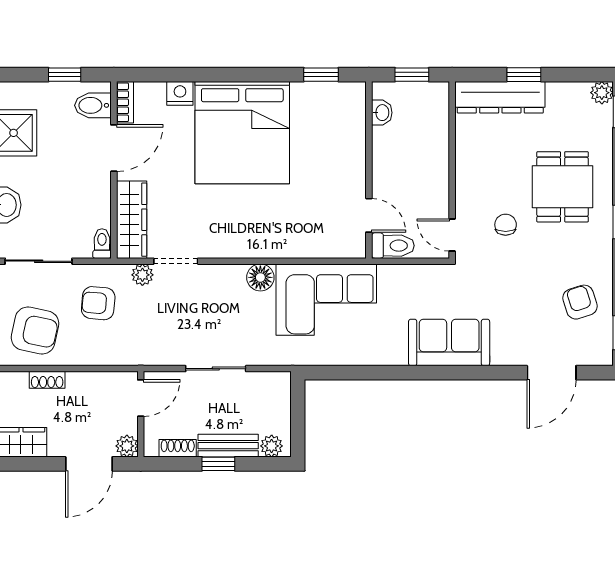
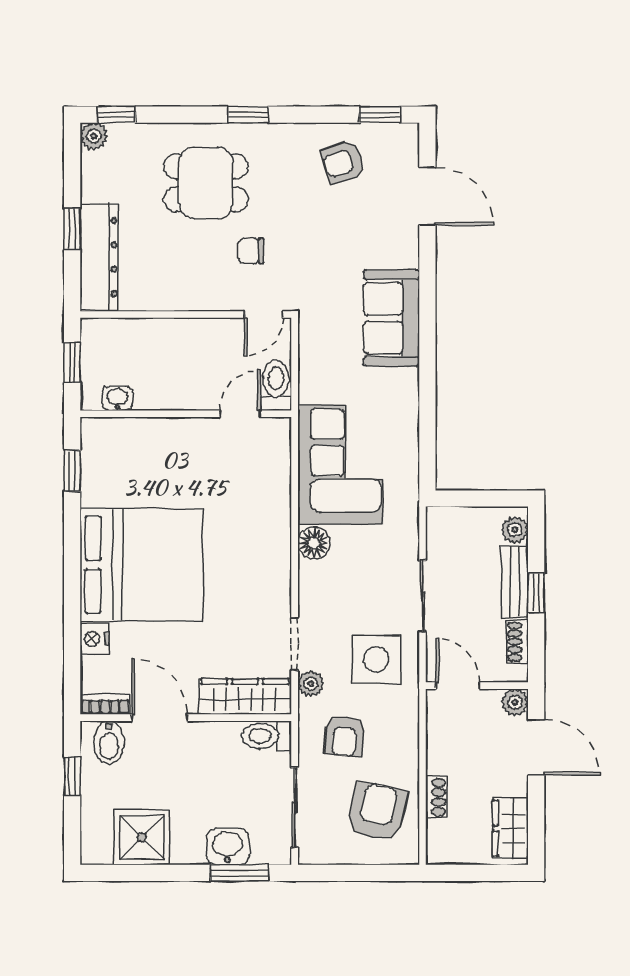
toilet: (102, 244) -> (267, 736), width x1.37, depth x1.39
side table: (162, 330) -> (376, 660), added

